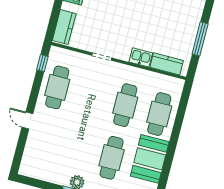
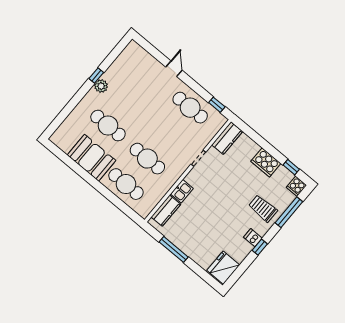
kitchen counter: (64, 27) -> (227, 138), moved, turned -90
door: (27, 121) -> (174, 69), hinge flipped

